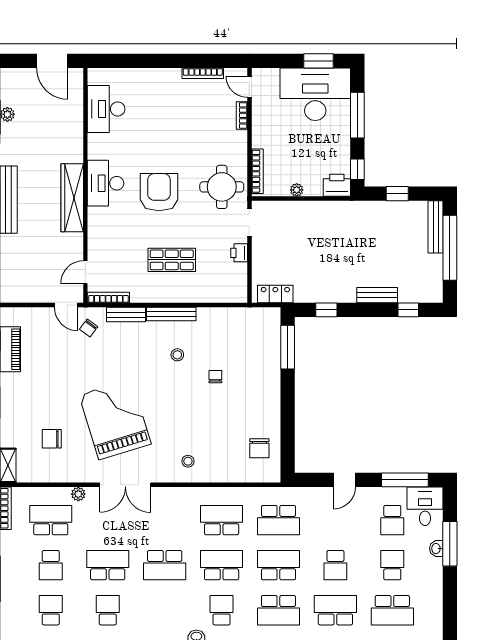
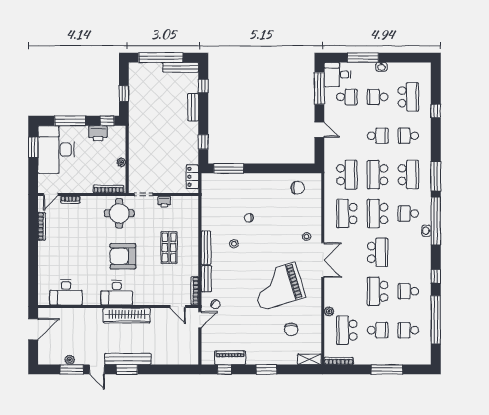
printer: (337, 185) -> (98, 133), moved, turned -90
bench: (436, 227) -> (181, 67), moved
double door: (125, 485) -> (323, 260), moved
washbasin: (436, 549) -> (381, 67), moved
school desk: (335, 610) -> (408, 136), width x0.54

